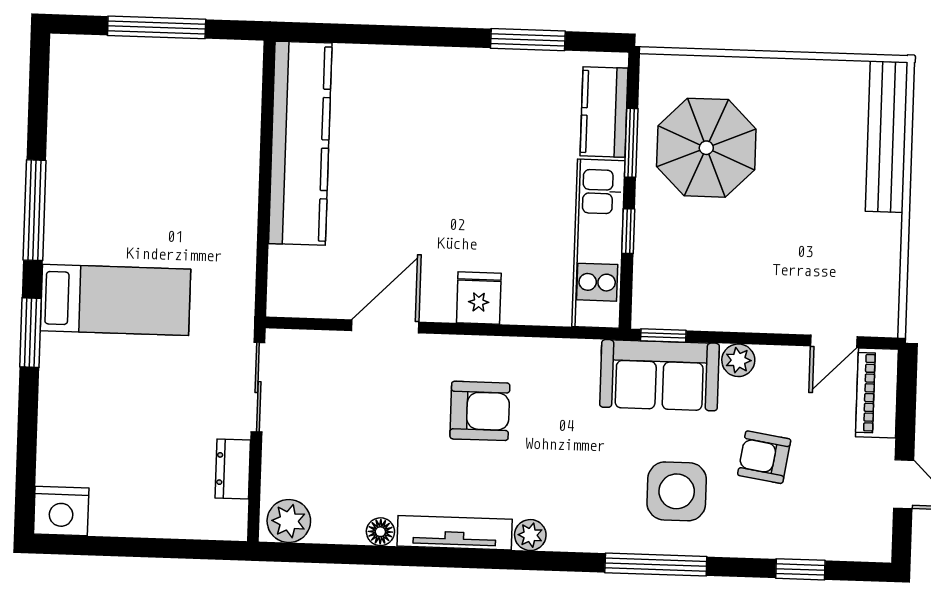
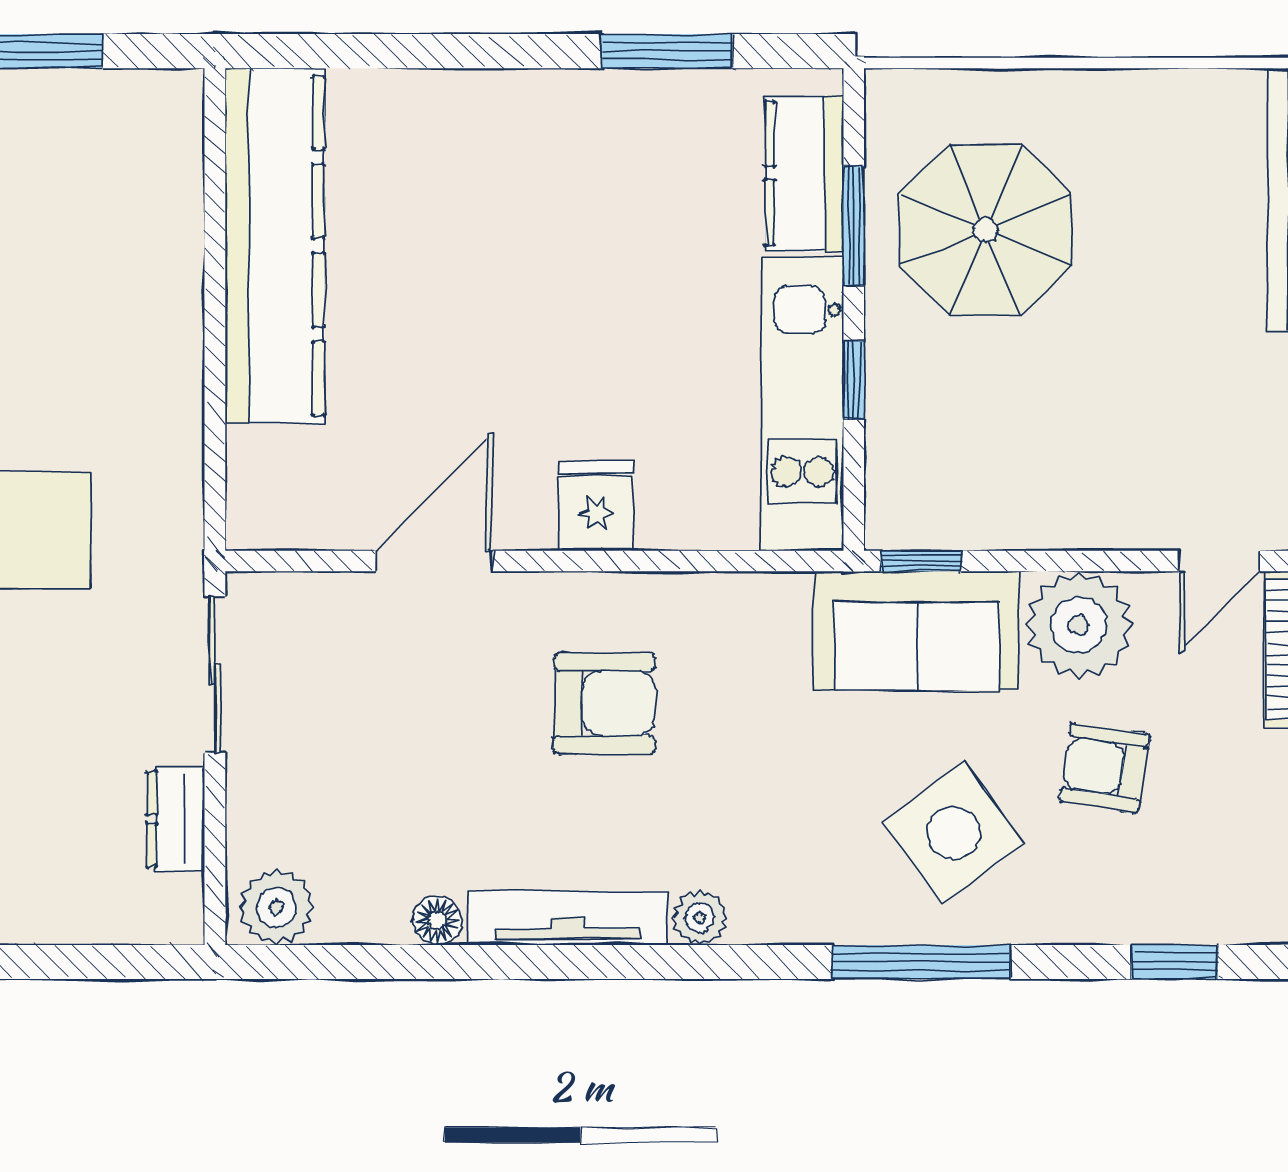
plant: (738, 360) -> (1079, 625), width x1.87, depth x1.87
side table: (677, 491) -> (953, 833), turned -36

